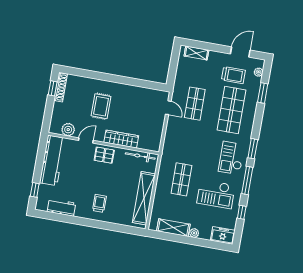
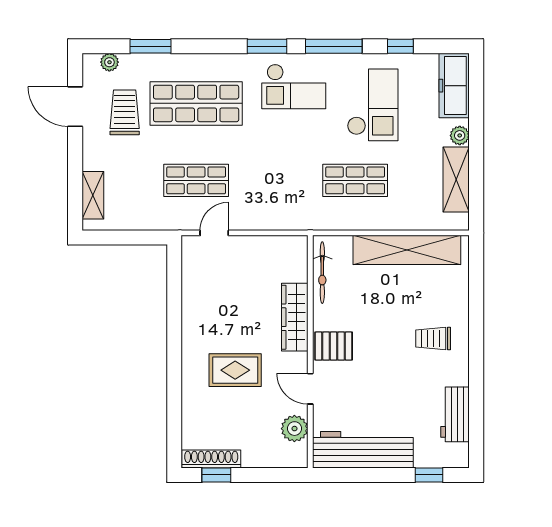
pallet: (104, 155) -> (334, 346), turned 90
freezer: (223, 235) -> (454, 86), width x1.40

